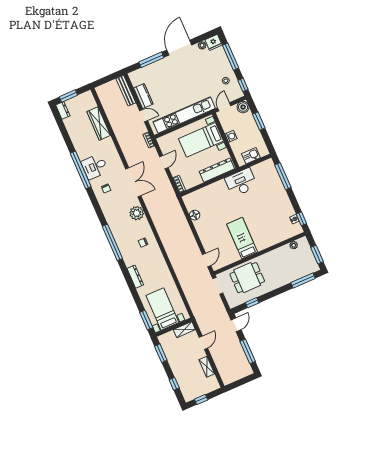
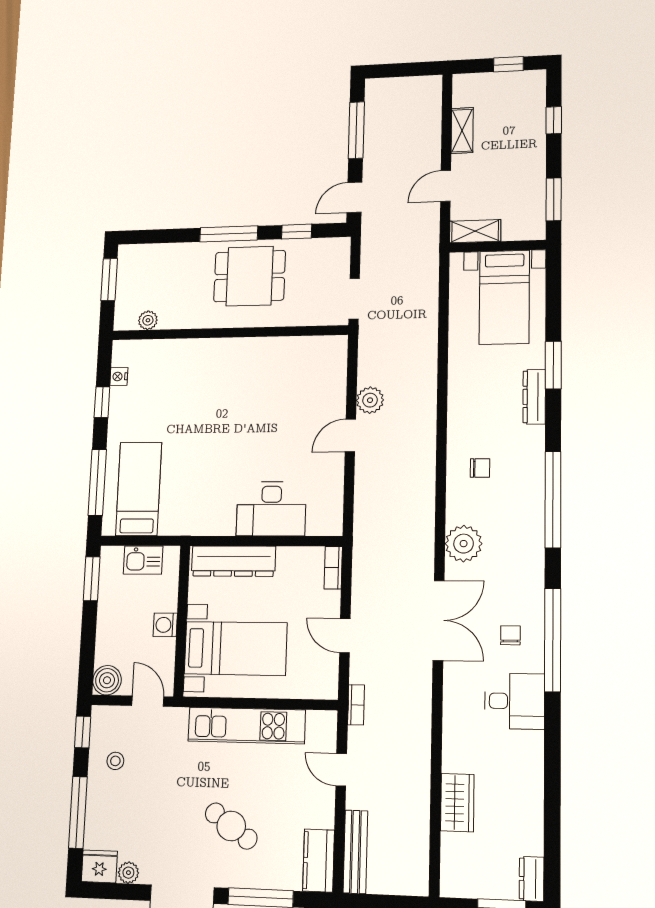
cafe table: (173, 78) -> (231, 826), added
kitchen counter: (143, 96) -> (319, 861), moved
door: (224, 107) -> (148, 701), swing flipped
kitchen unit: (184, 115) -> (247, 725), width x0.73
window: (259, 121) -> (92, 579), moved
wardrobe: (99, 123) -> (457, 803), width x0.67
door: (164, 162) -> (345, 636), hinge flipped
window: (81, 170) -> (553, 640), moved
double door: (133, 182) -> (439, 620), swing flipped
desk: (241, 182) -> (271, 509), moved
floor lamp: (195, 215) -> (332, 480), removed
window: (301, 219) -> (102, 402), moved
bed: (242, 238) -> (139, 489), moved, turned 180
plant: (194, 250) -> (370, 400), added
door: (207, 260) -> (350, 435), moved
dining table: (247, 278) -> (250, 276), moved
window: (303, 280) -> (229, 234), moved
window: (146, 320) -> (553, 365), moved

